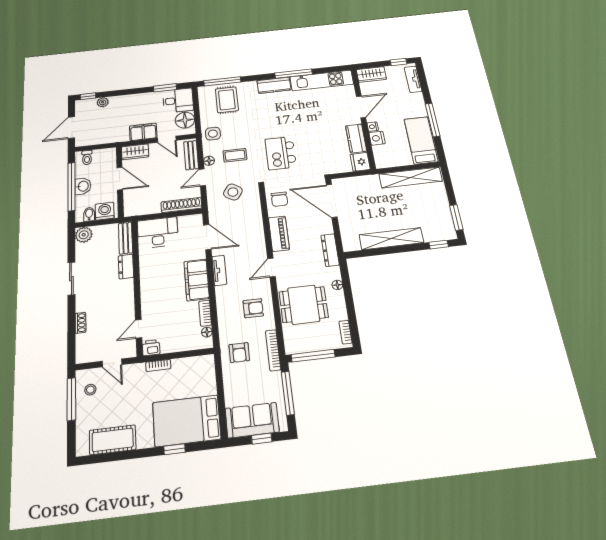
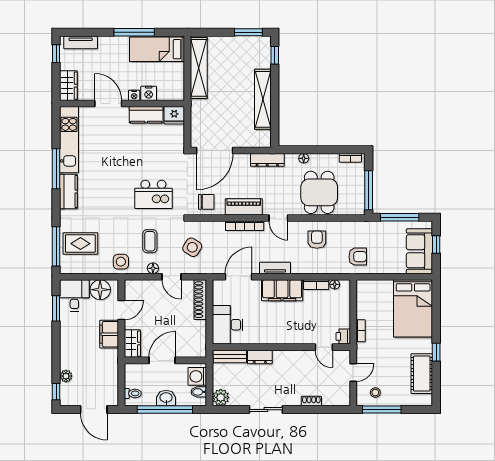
bench: (191, 155) -> (144, 286), removed
bookcase: (273, 350) -> (245, 226), moved
window: (174, 449) -> (436, 352), moved

